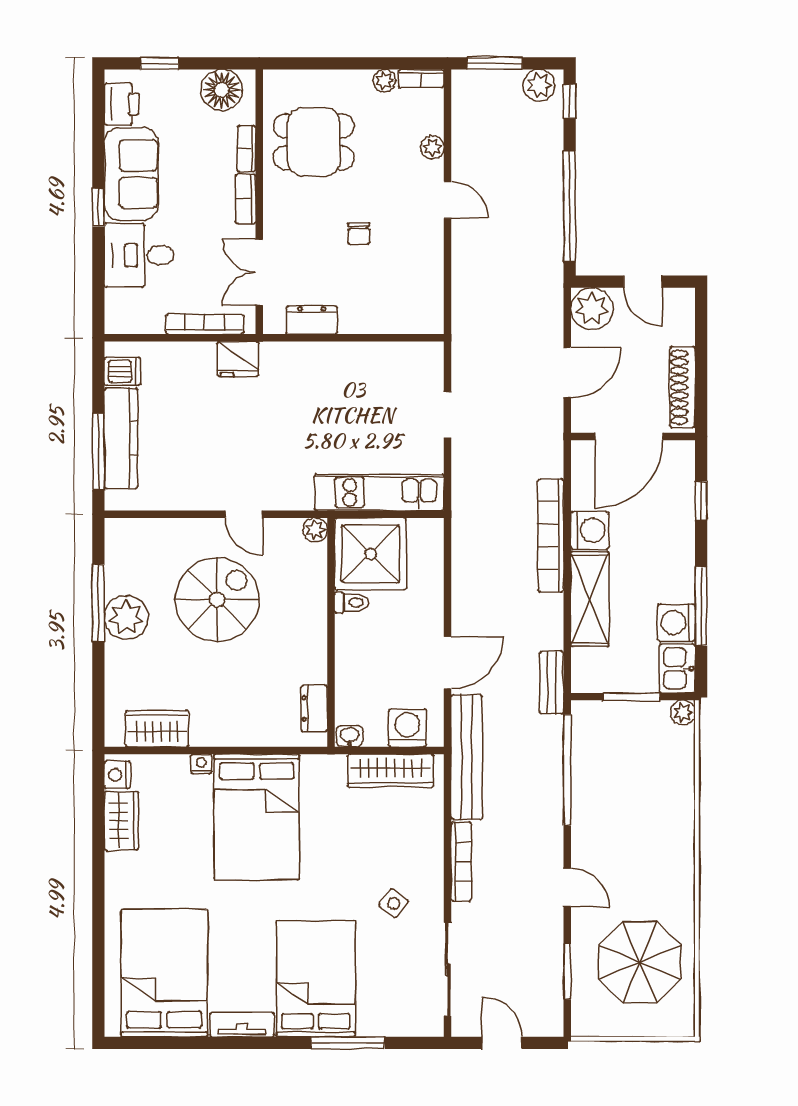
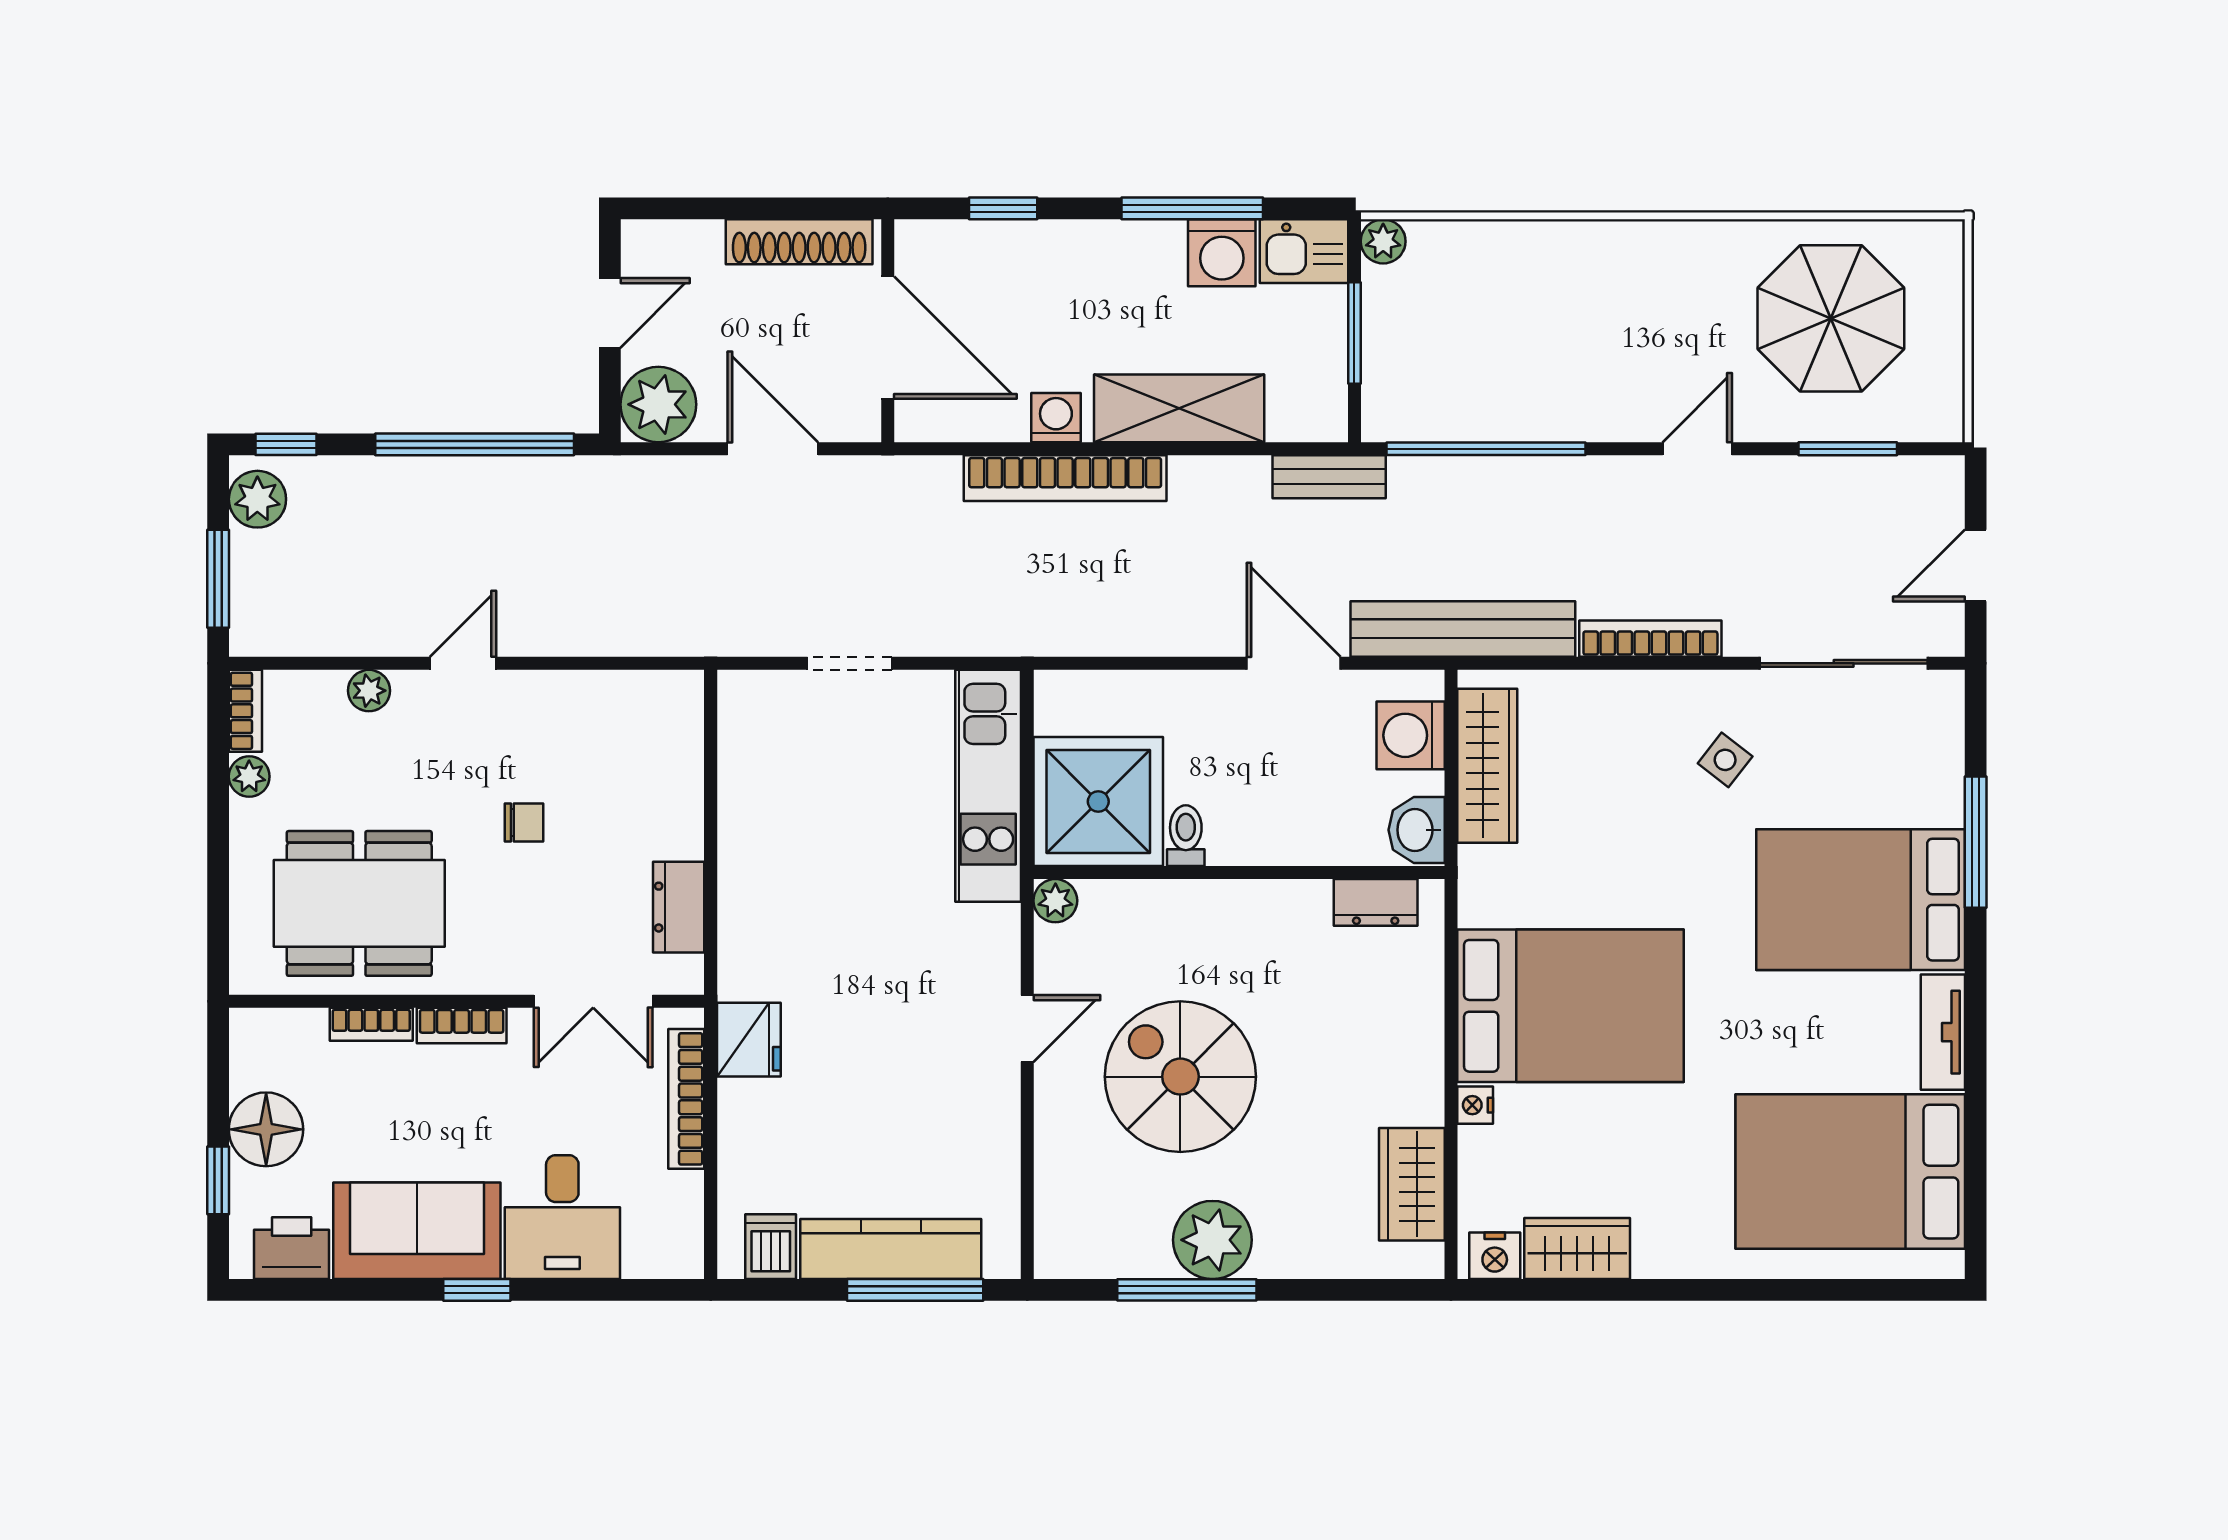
floor lamp: (222, 90) -> (266, 1129), moved
dining table: (314, 142) -> (359, 903), width x1.38
washing machine: (590, 530) -> (1056, 418), width x0.73, depth x0.73
washbasin: (350, 736) -> (1417, 830), width x1.38, depth x1.45

